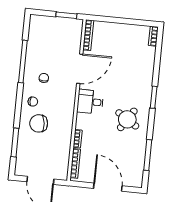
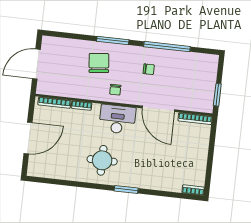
chair: (33, 102) -> (115, 90), moved
desk: (90, 102) -> (117, 119), width x1.37
round table: (127, 119) -> (102, 160), turned -33
window: (15, 143) -> (113, 40), moved
window: (148, 155) -> (63, 182), removed

